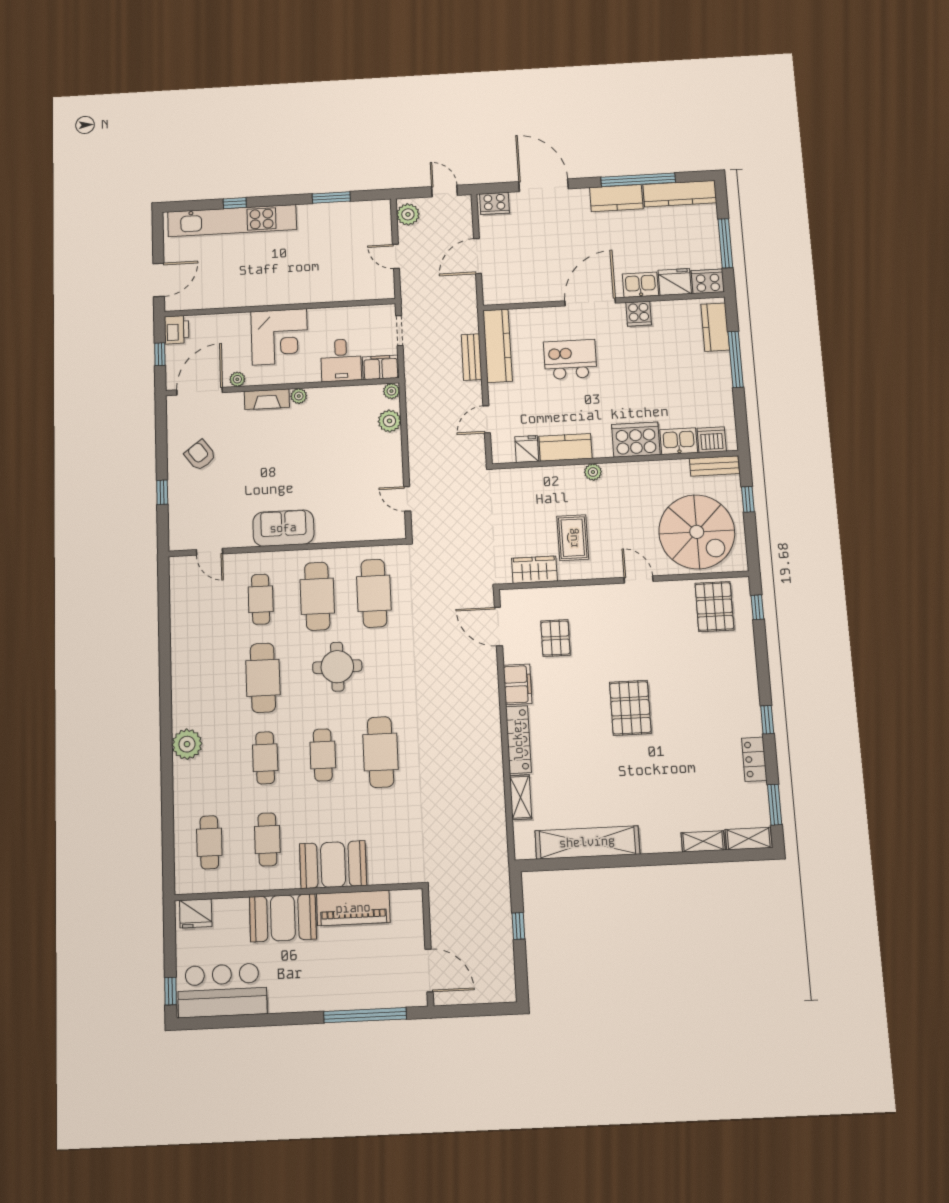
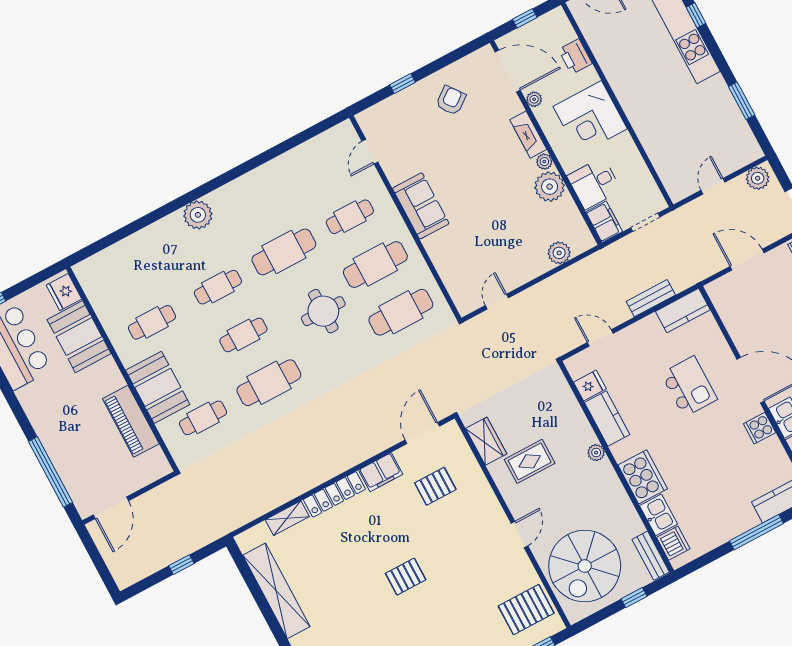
printer: (177, 330) -> (575, 57), moved, turned 90
kitchen counter: (498, 346) -> (683, 311), width x0.67
plant: (391, 391) -> (550, 187), moved, width x1.87, depth x1.87
pallet: (630, 708) -> (406, 577), width x0.67, depth x0.71
cafe table: (209, 842) -> (203, 418), moved
booth: (283, 918) -> (79, 337), moved

